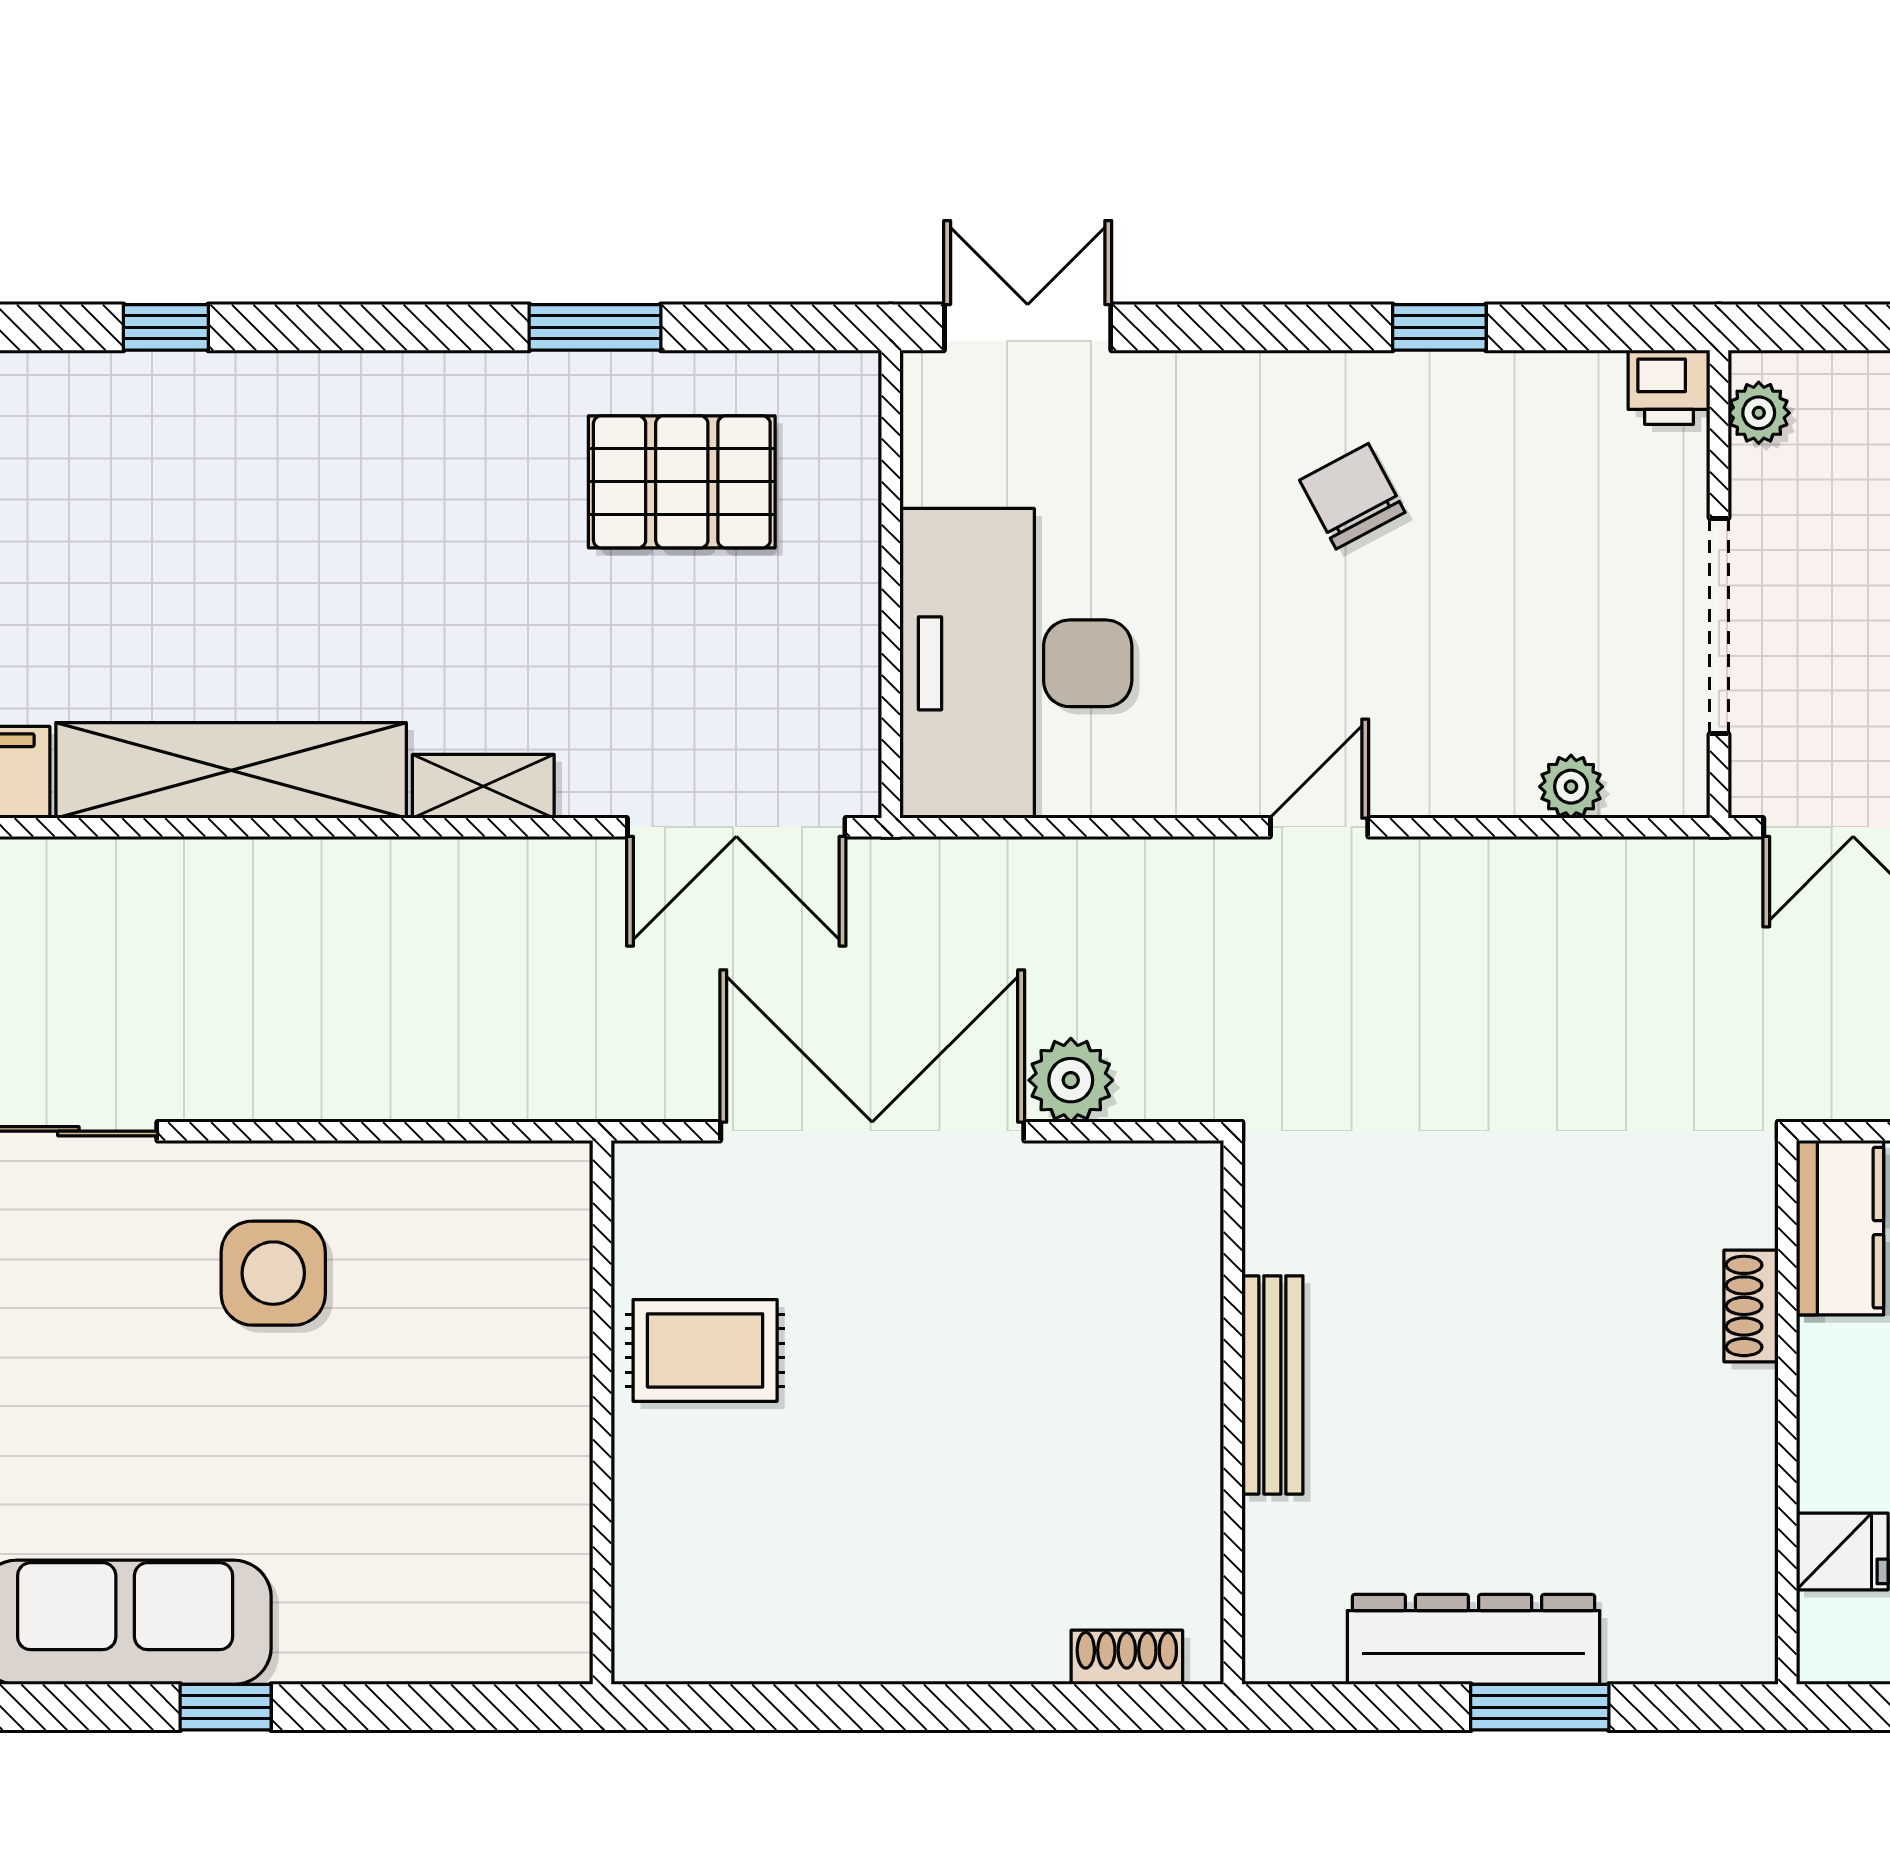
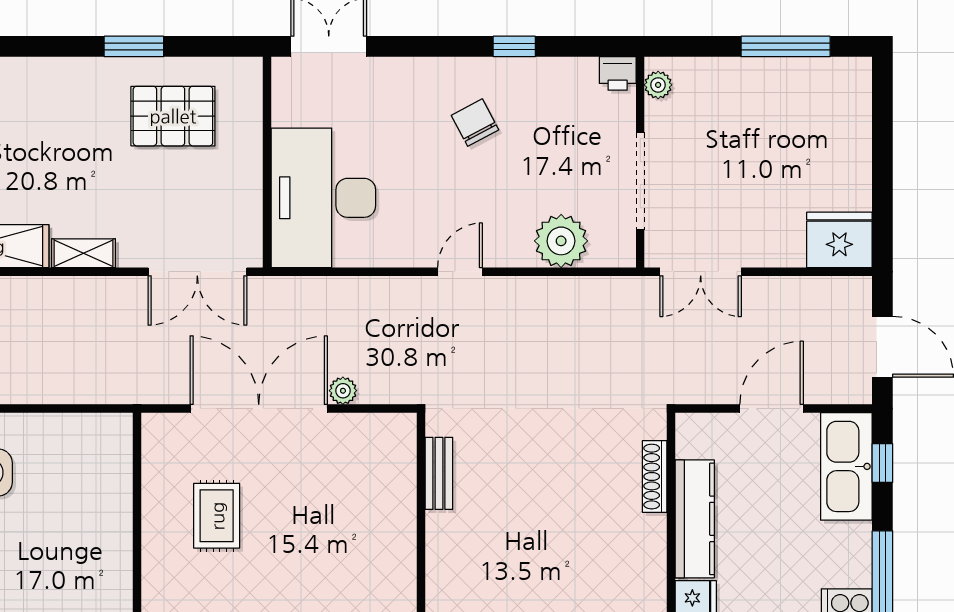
plant: (1571, 787) -> (561, 241), width x1.87, depth x1.87
plant: (1071, 1080) -> (343, 391), width x0.73, depth x0.73
kitchen counter: (1840, 1228) -> (695, 519), moved, width x1.50
shoe rack: (1751, 1306) -> (655, 477), width x1.43
rug: (705, 1350) -> (217, 516), moved, turned 90
bench: (1272, 1385) -> (439, 473), moved, width x0.73

